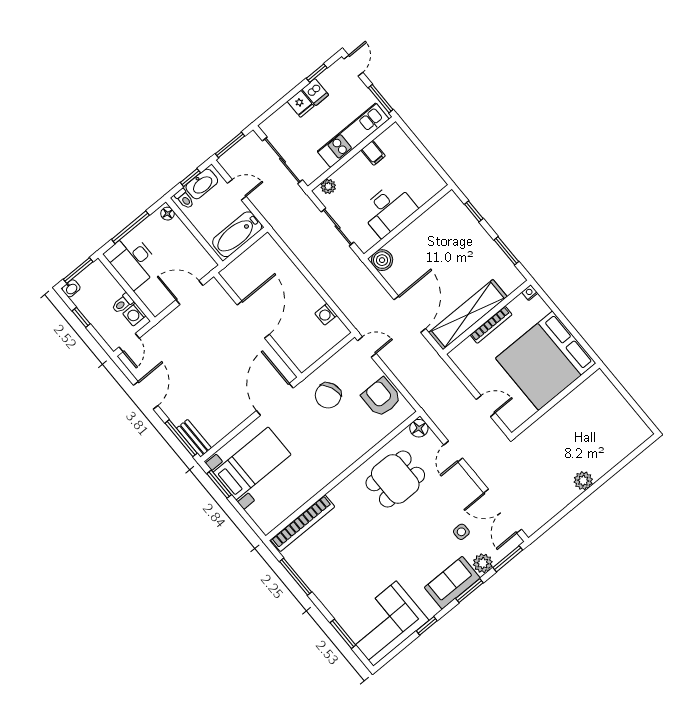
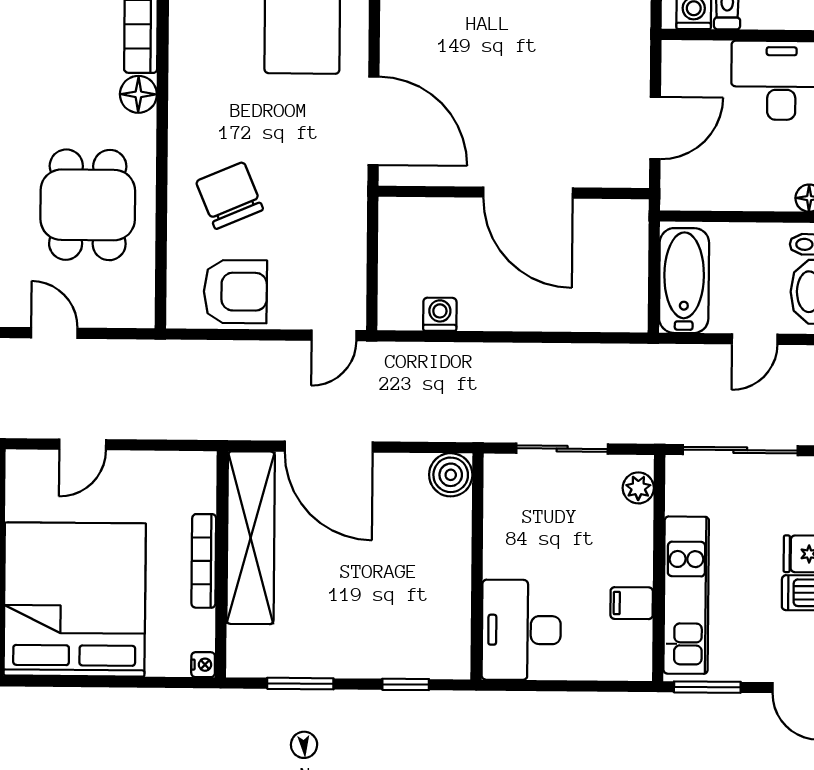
desk: (388, 210) -> (521, 630), moved
chair: (328, 395) -> (230, 196), moved
floor lamp: (419, 428) -> (138, 94), moved

